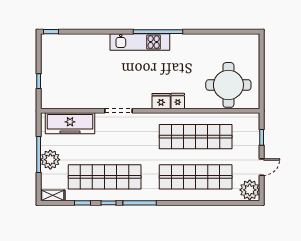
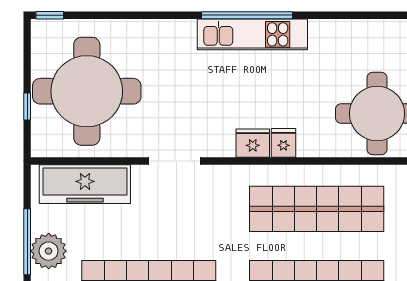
kitchen unit: (140, 42) -> (252, 34), moved
round table: (71, 73) -> (87, 91), added

